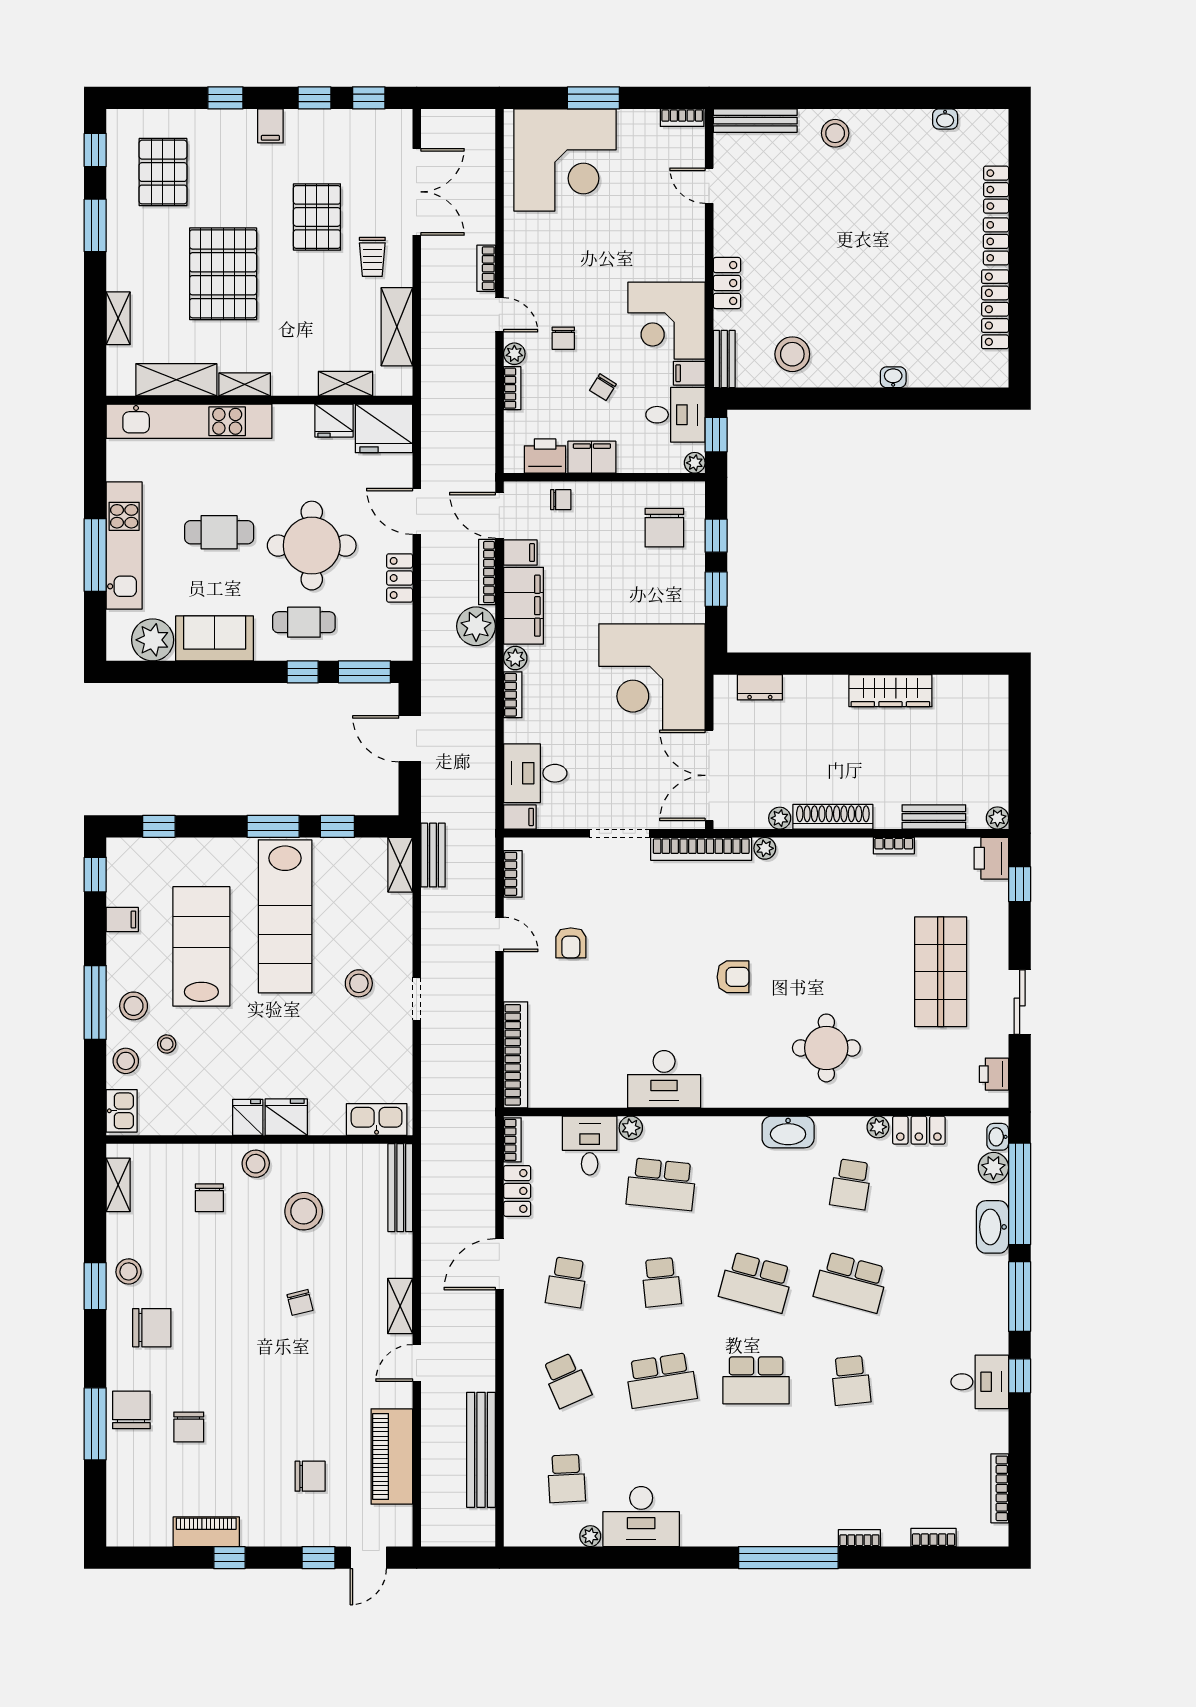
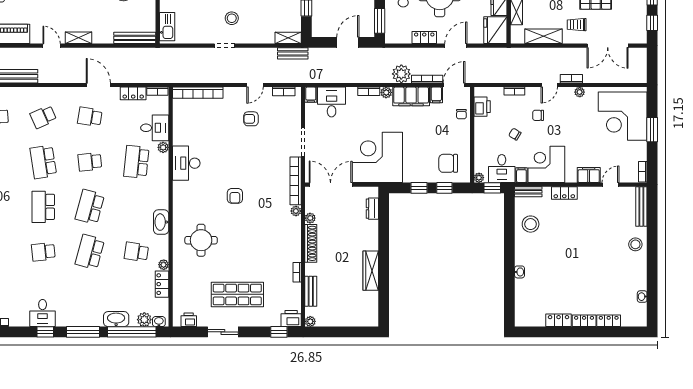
locker: (995, 309) -> (559, 320), width x0.66
plant: (514, 354) -> (580, 92), moved
filing cabinet: (592, 457) -> (589, 175), moved, turned -90

